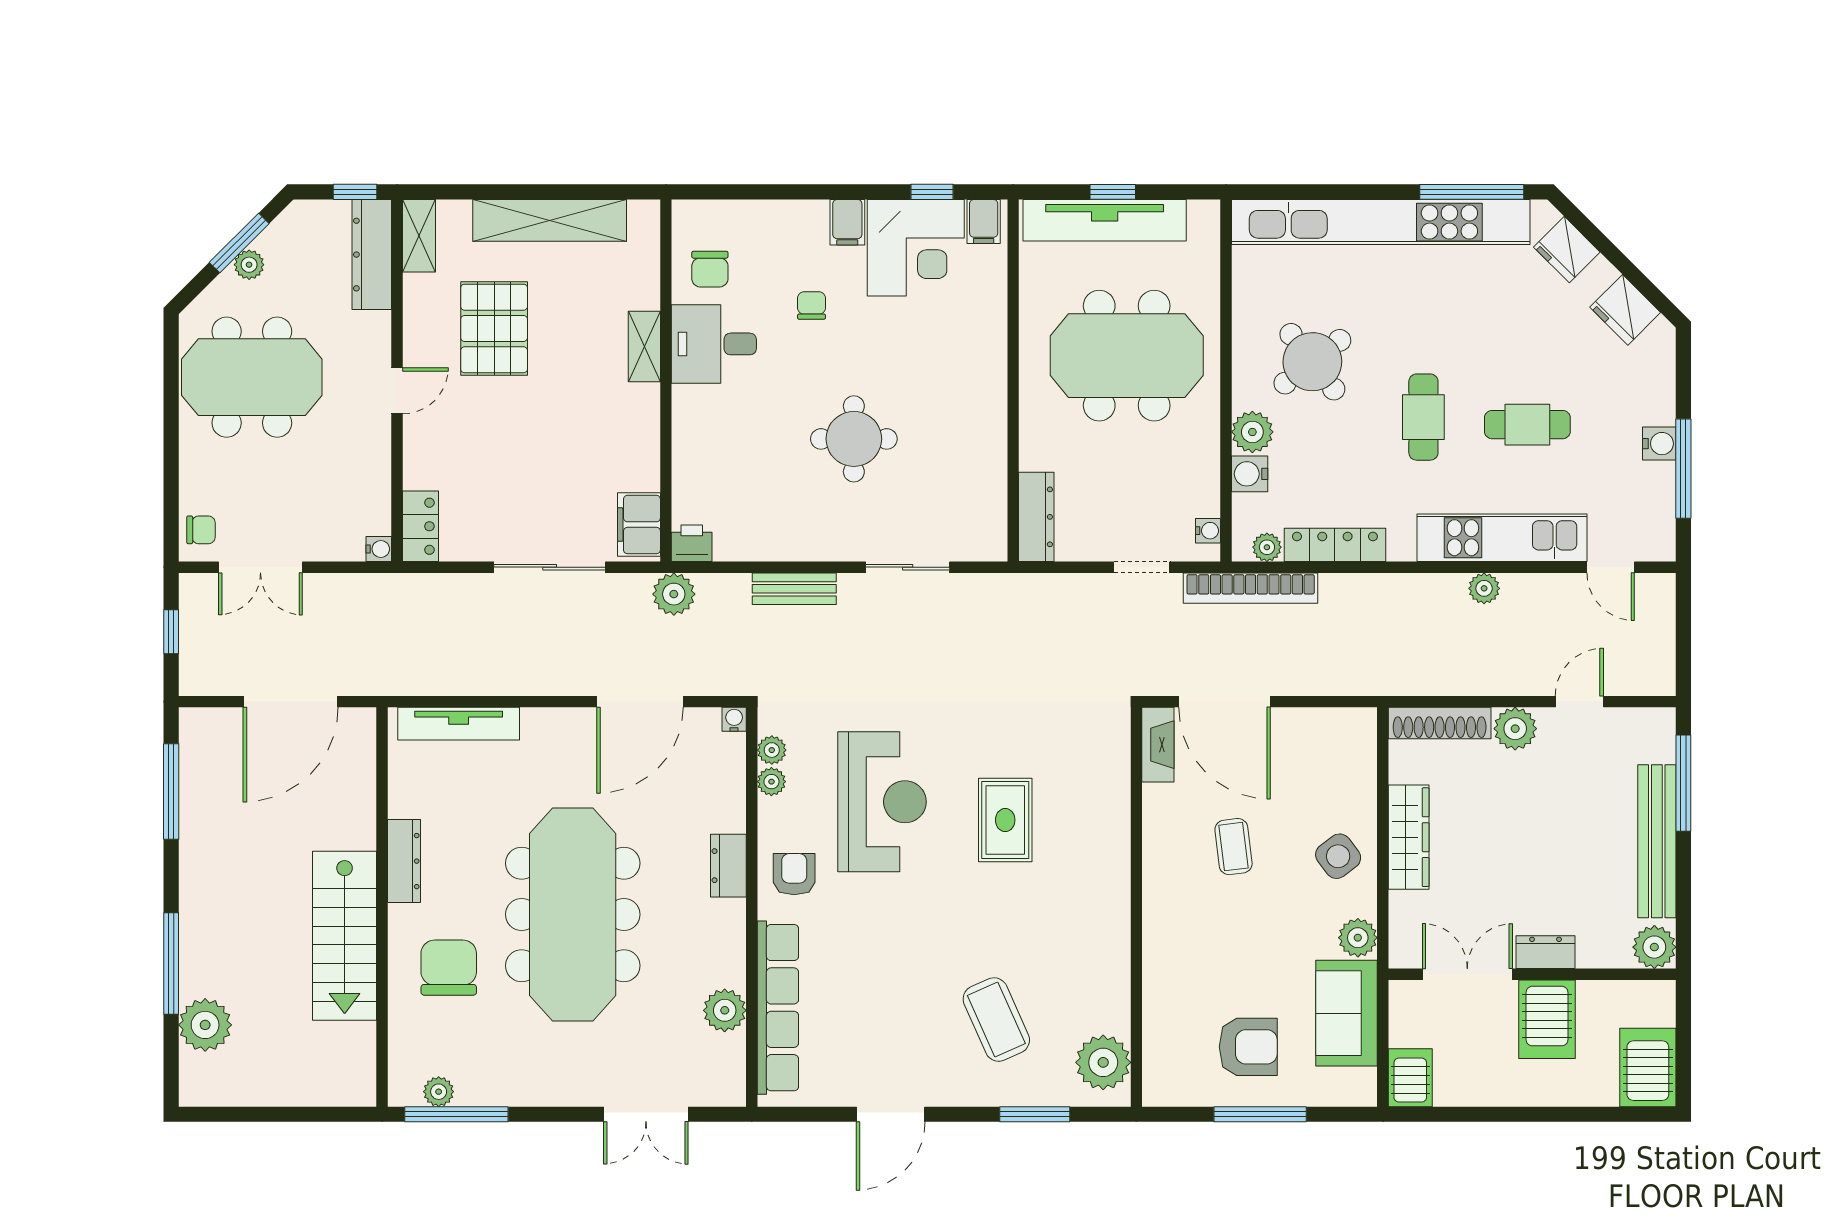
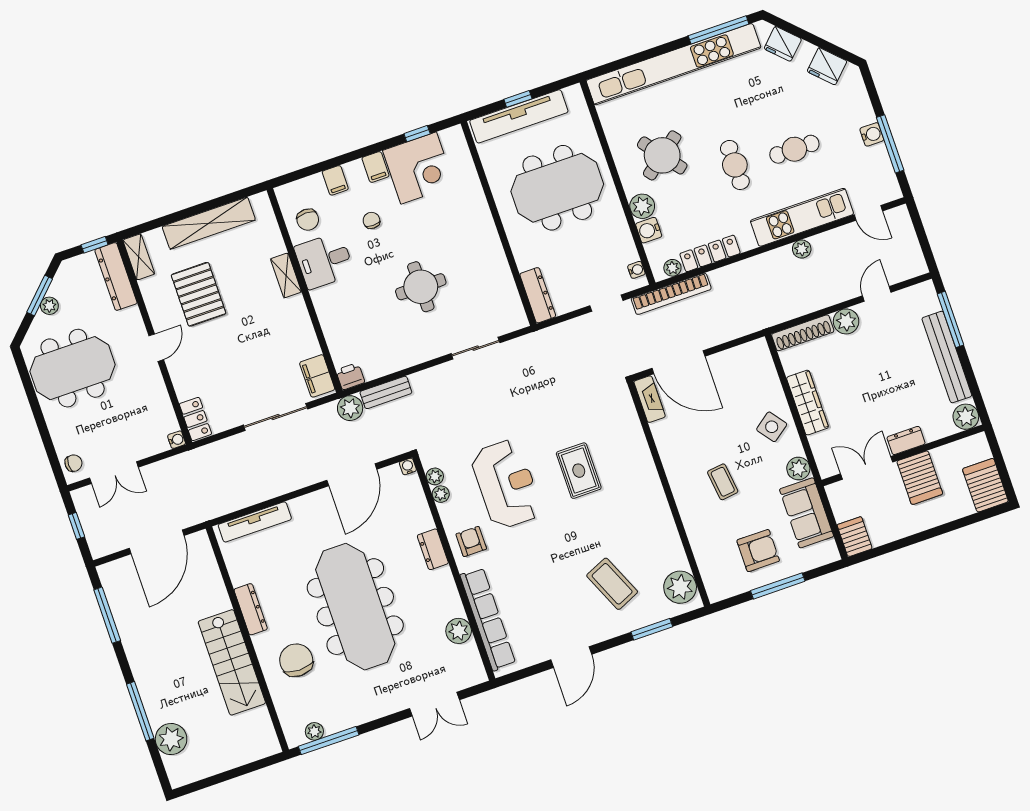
filing cabinet: (984, 222) -> (335, 180), moved
bench: (794, 589) -> (386, 392), moved
coffee table: (1234, 847) -> (723, 482), moved

